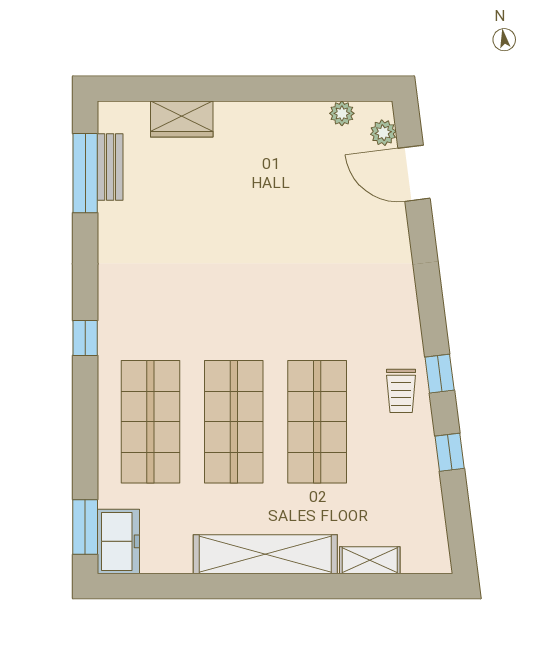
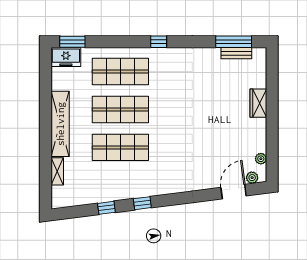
wardrobe: (182, 119) -> (258, 103), moved
trolley: (401, 391) -> (134, 186), removed

